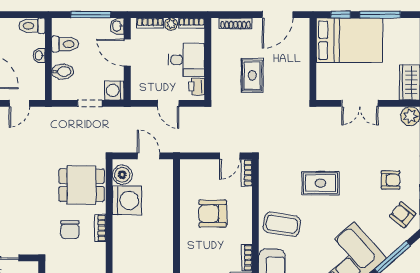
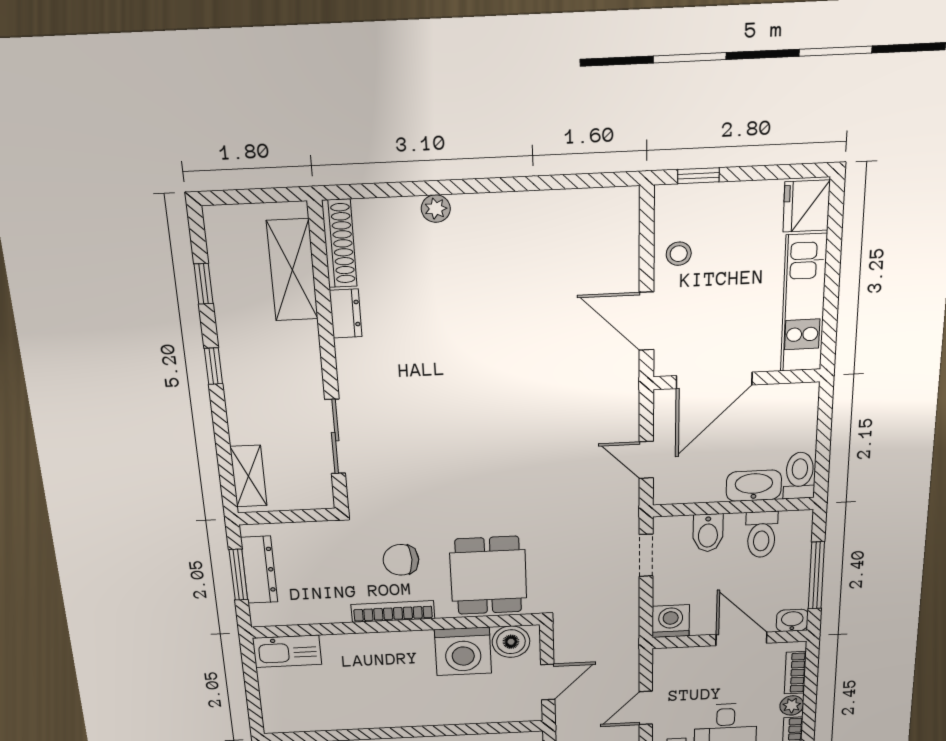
door: (127, 53) -> (741, 639), hinge flipped
washbasin: (39, 55) -> (754, 486), width x1.91, depth x1.45
doorway: (90, 103) -> (646, 555), moved
bookcase: (100, 228) -> (393, 611), width x1.56

